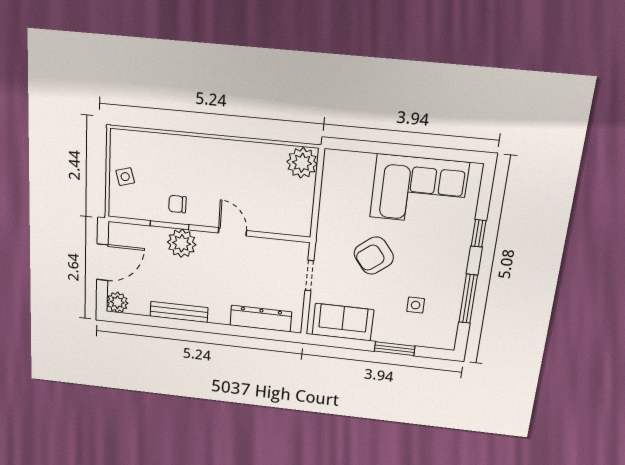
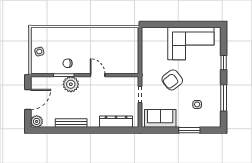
plant: (302, 163) -> (131, 35), removed

